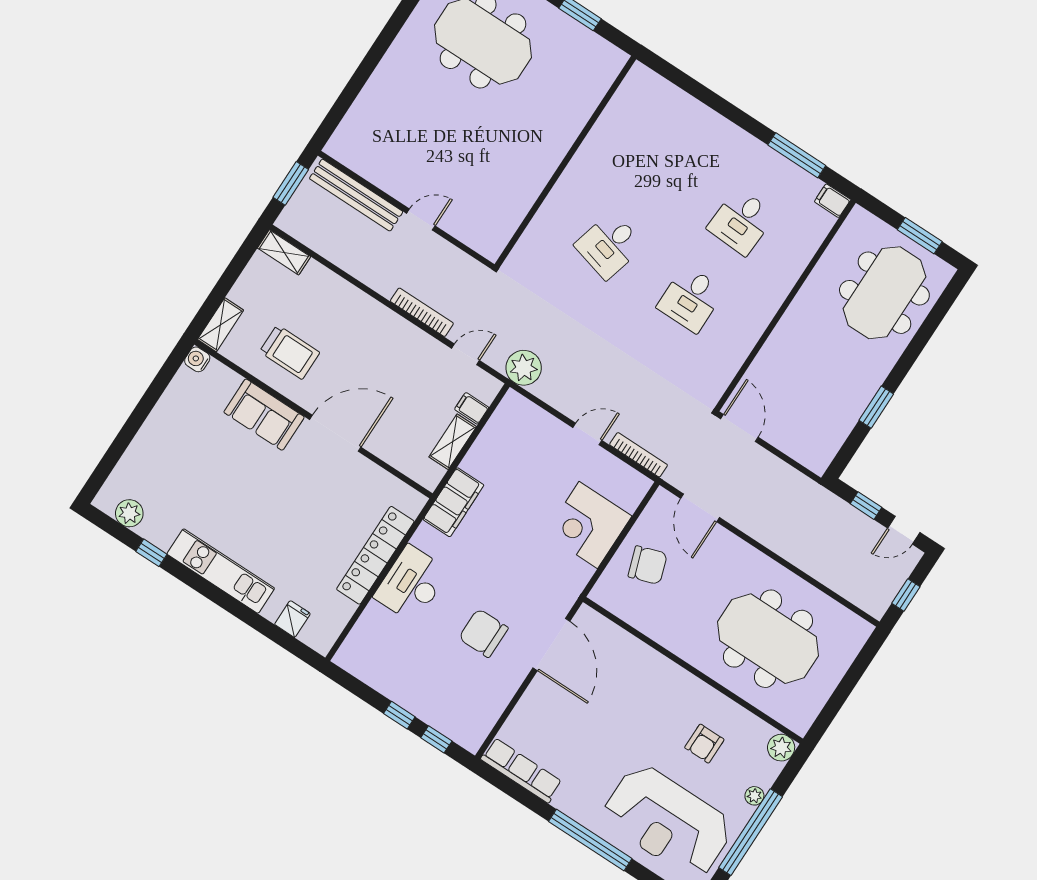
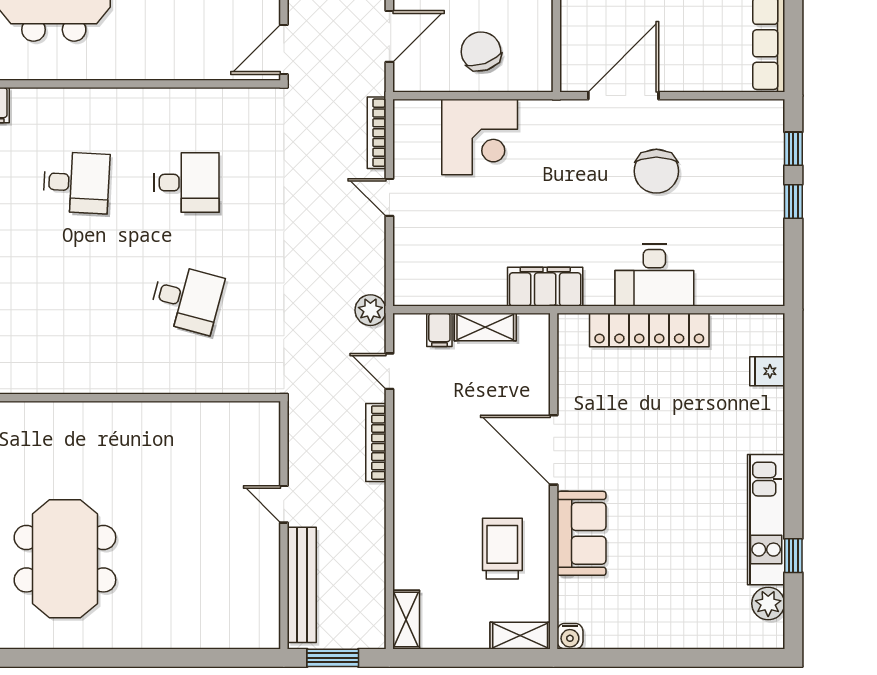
plant: (524, 368) -> (370, 310), width x0.73, depth x0.73
kitchen unit: (221, 571) -> (766, 520), moved

